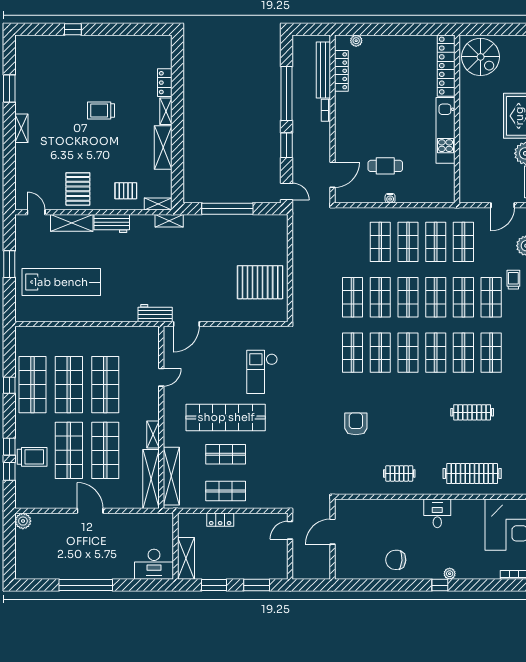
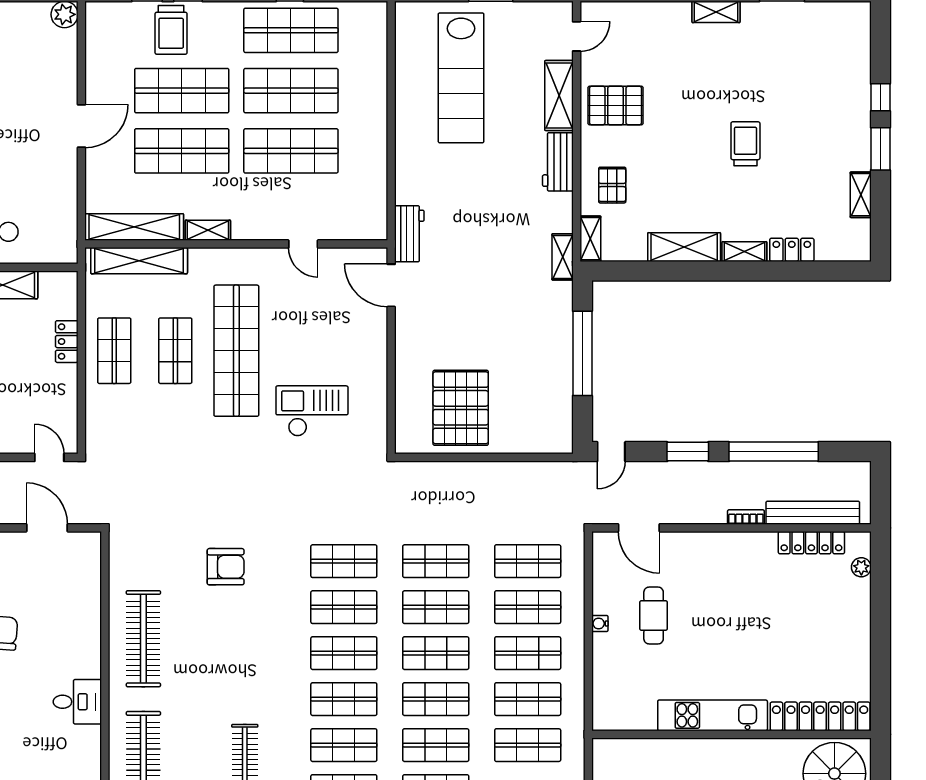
window: (104, 29) -> (880, 149), added
shelving: (132, 41) -> (861, 195), added
shop shelf: (353, 242) -> (528, 561), added
clothes rail: (399, 473) -> (143, 639), width x1.86, depth x1.31

